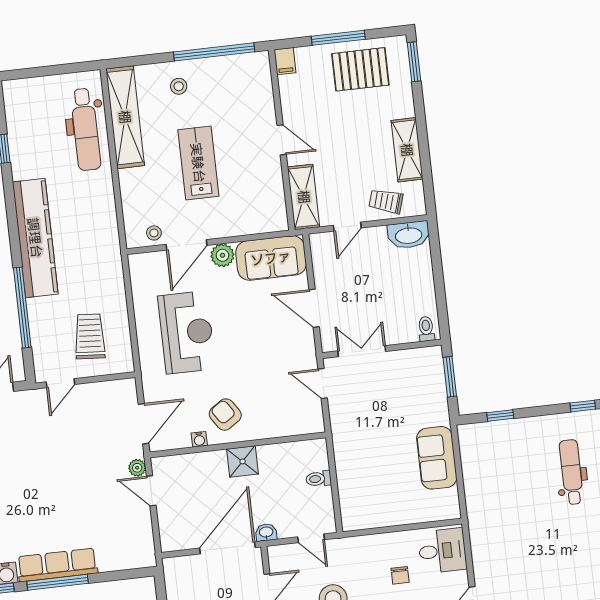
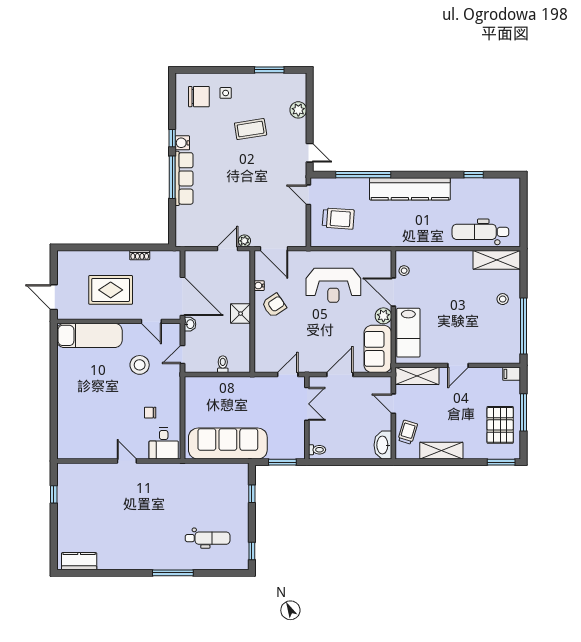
shelving: (125, 117) -> (497, 260), width x0.68
lab bench: (198, 163) -> (408, 333), moved, turned 90
sofa: (437, 458) -> (228, 444), width x1.85, depth x1.27

